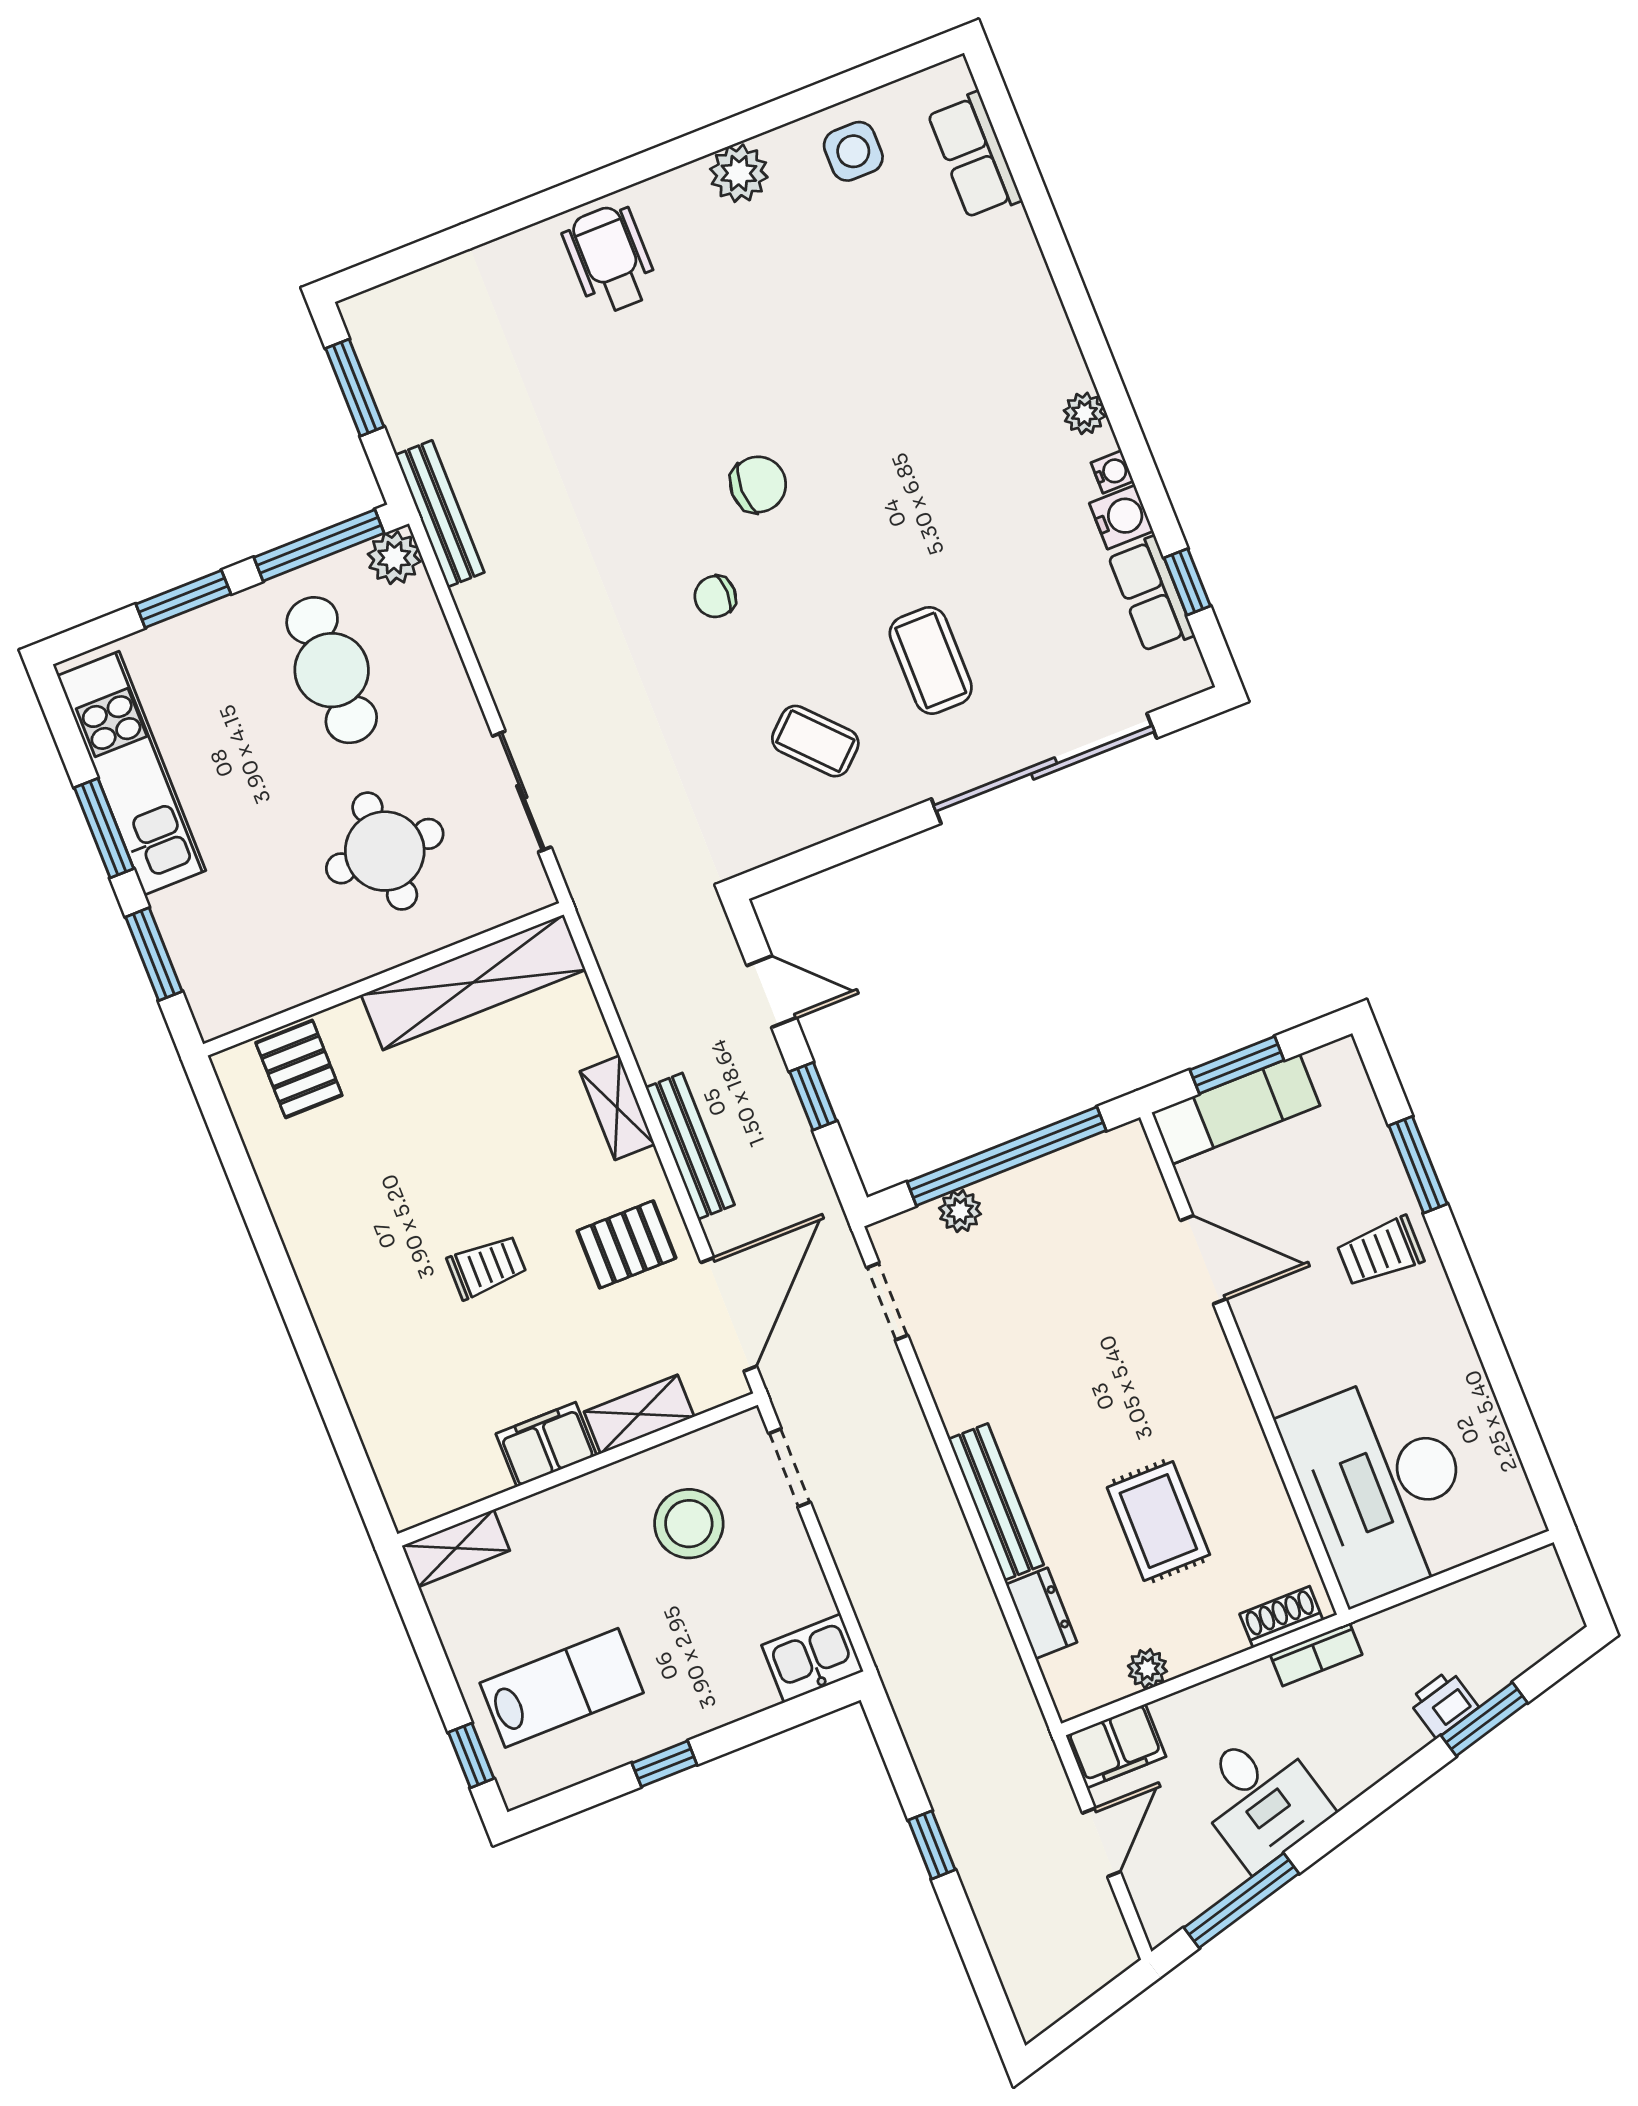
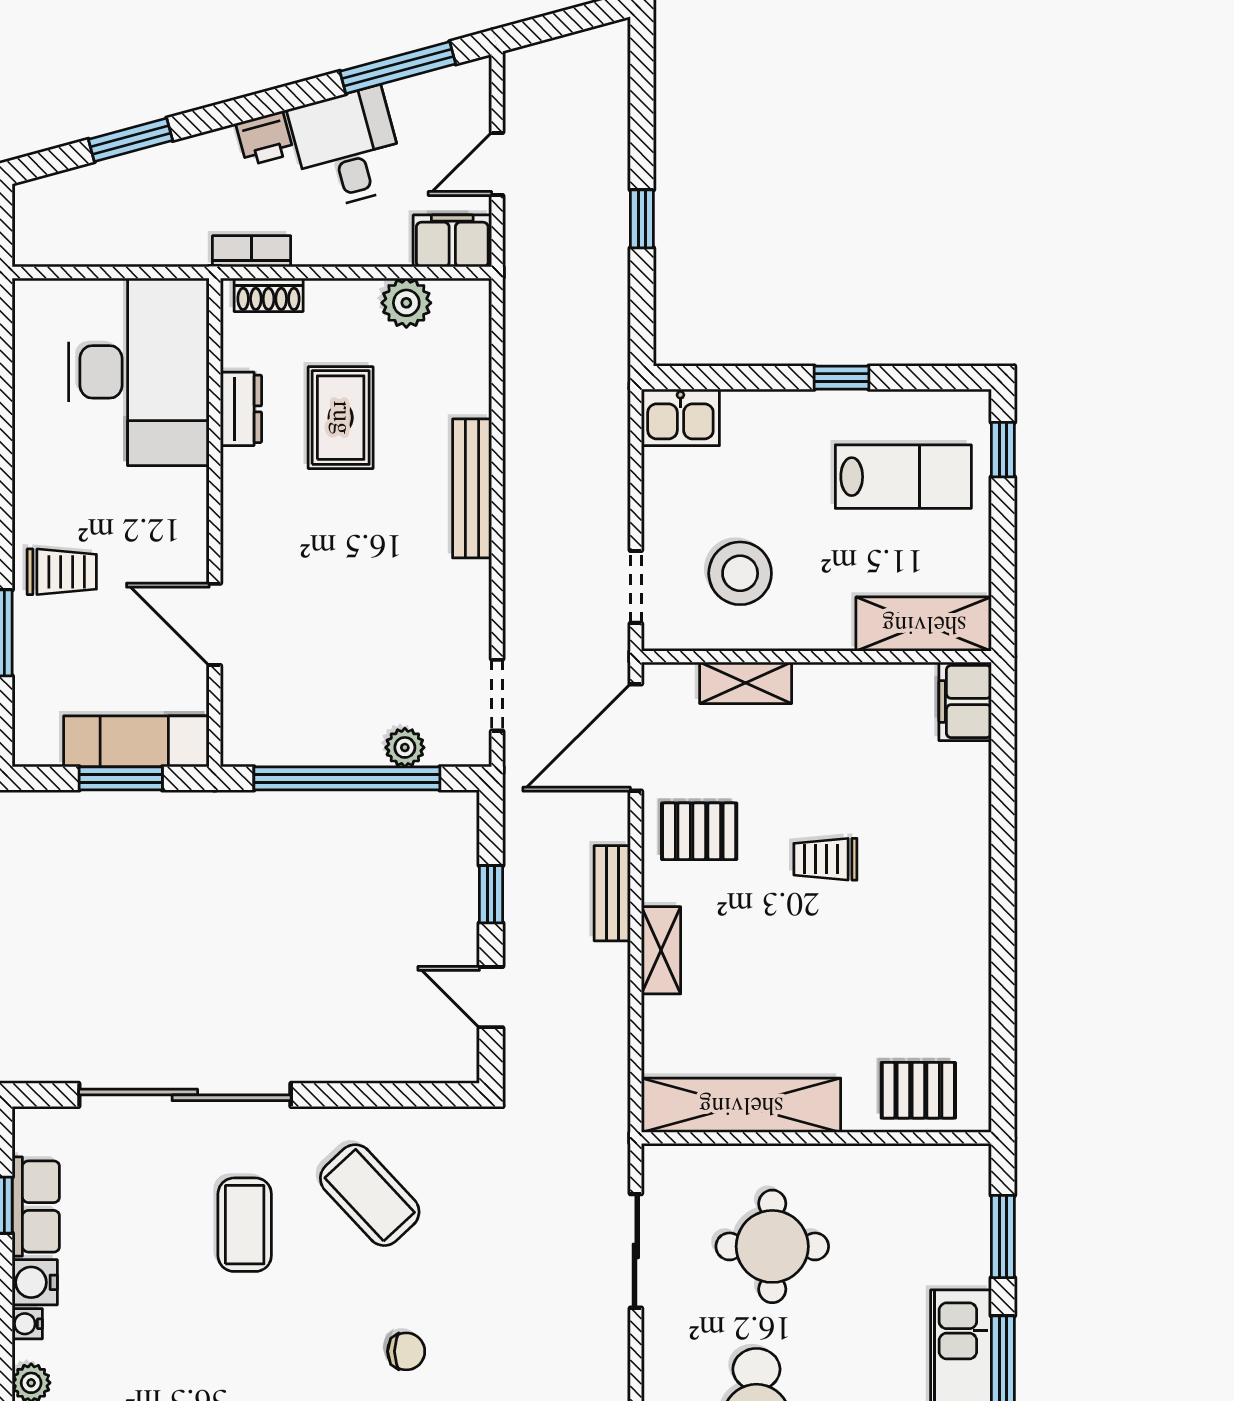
coffee table: (815, 741) -> (370, 1195), width x1.36, depth x1.30
pallet: (299, 1069) -> (918, 1090), turned 90
bench: (690, 1146) -> (612, 893), width x0.73
filing cabinet: (546, 1445) -> (965, 701), moved, turned 90
shelving: (456, 1548) -> (924, 624), width x1.50, depth x1.33
dresser: (1041, 1613) -> (241, 409), moved, turned 180
plant: (1147, 1669) -> (406, 303), width x1.38, depth x1.38
lab bench: (562, 1688) -> (903, 477), turned 180
printer: (1443, 1704) -> (265, 139), moved

